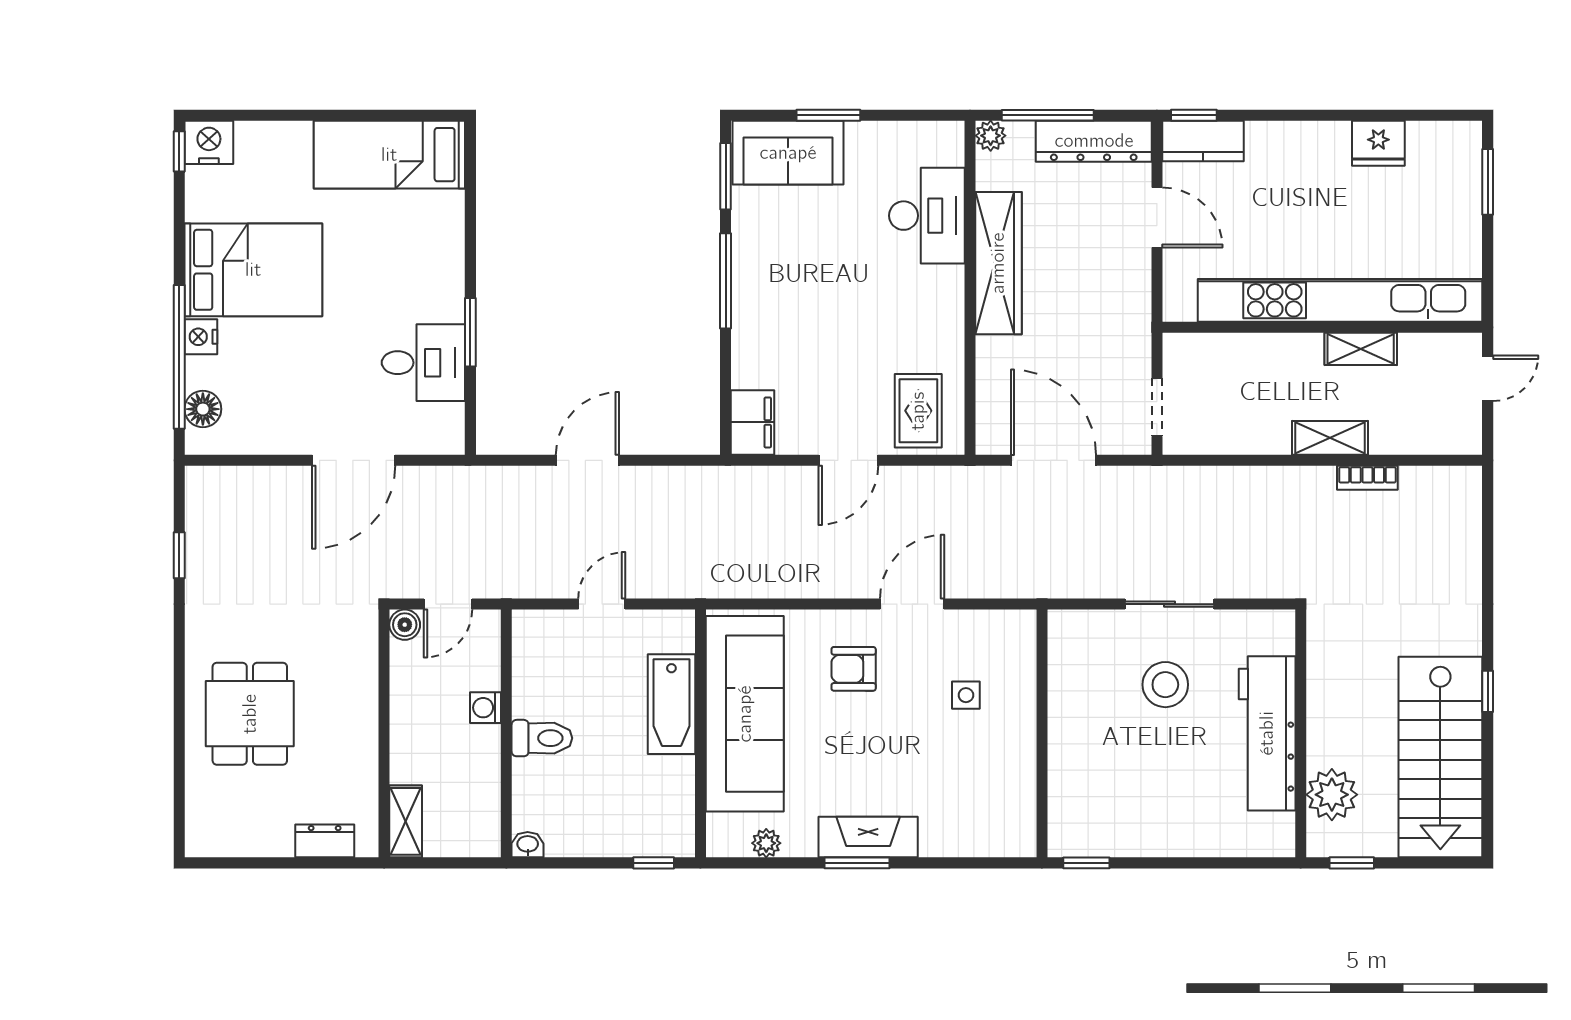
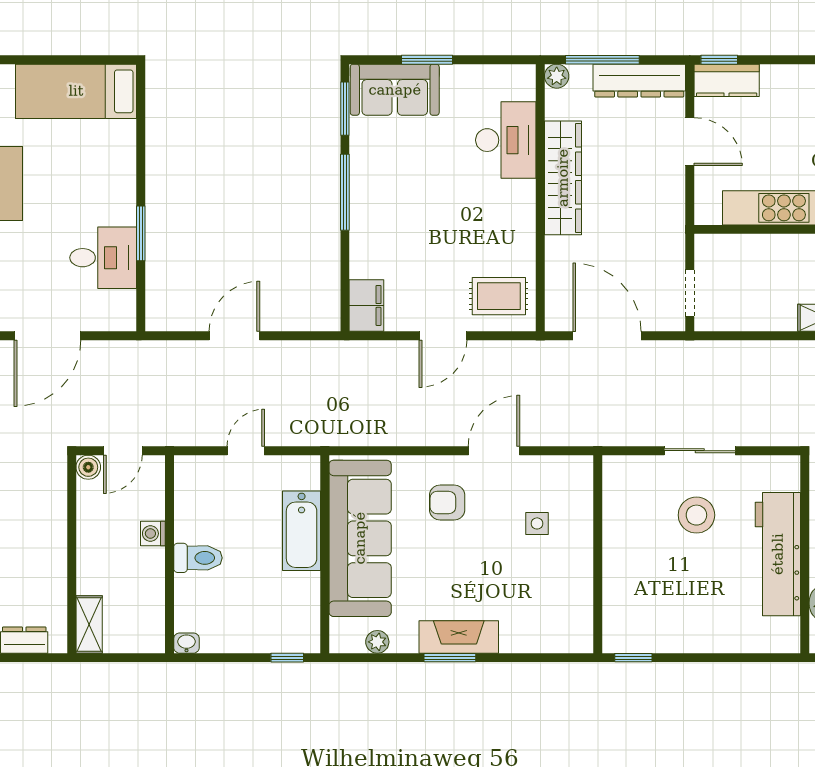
rug: (918, 411) -> (499, 296), turned 90

